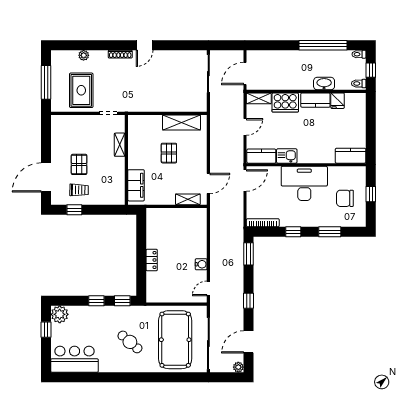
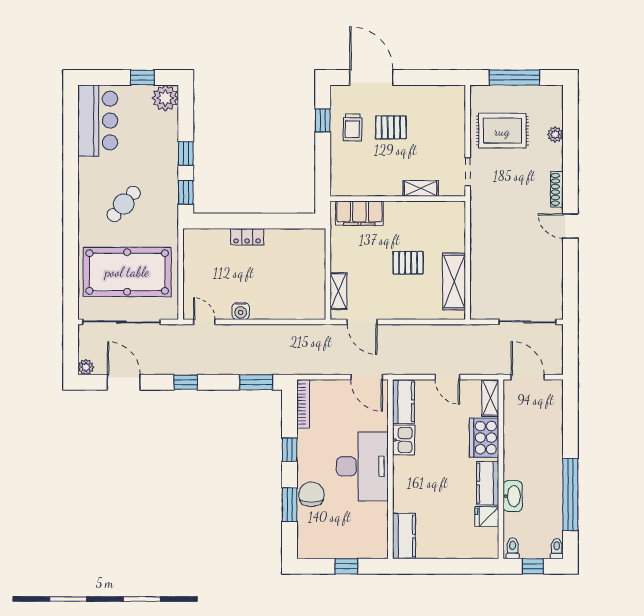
chair: (345, 198) -> (311, 494), moved

